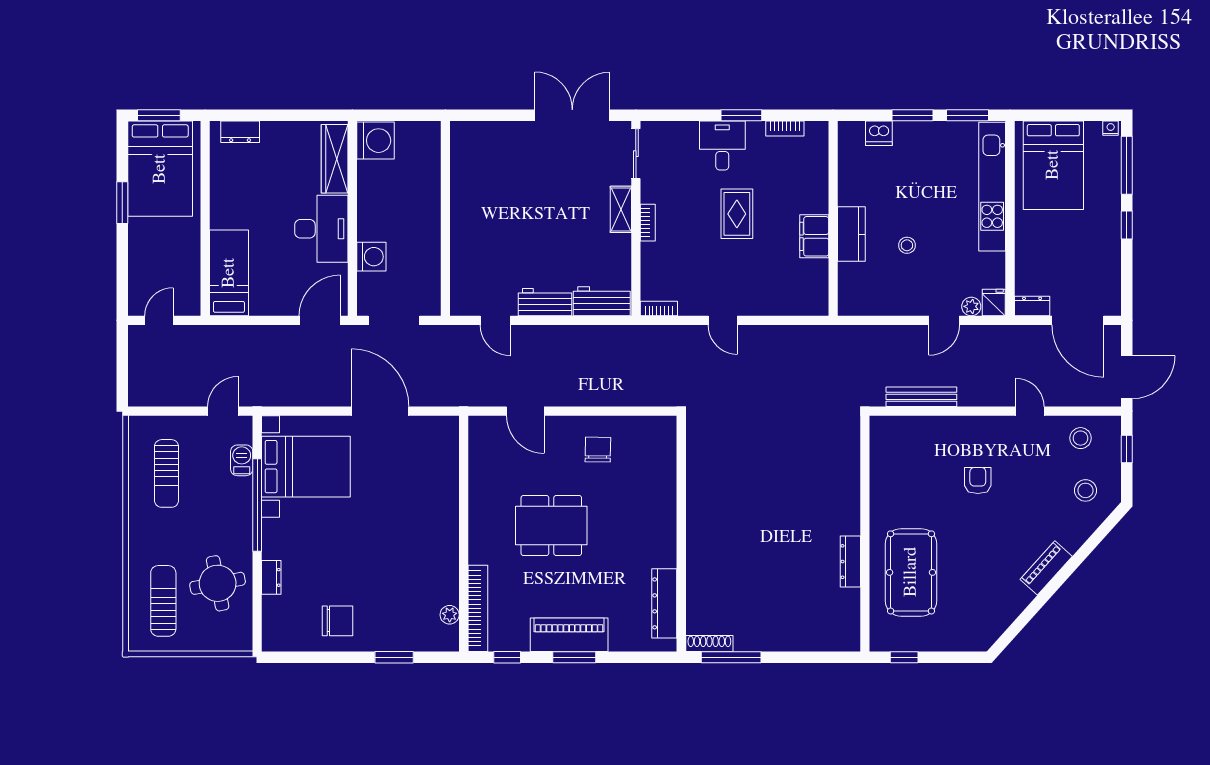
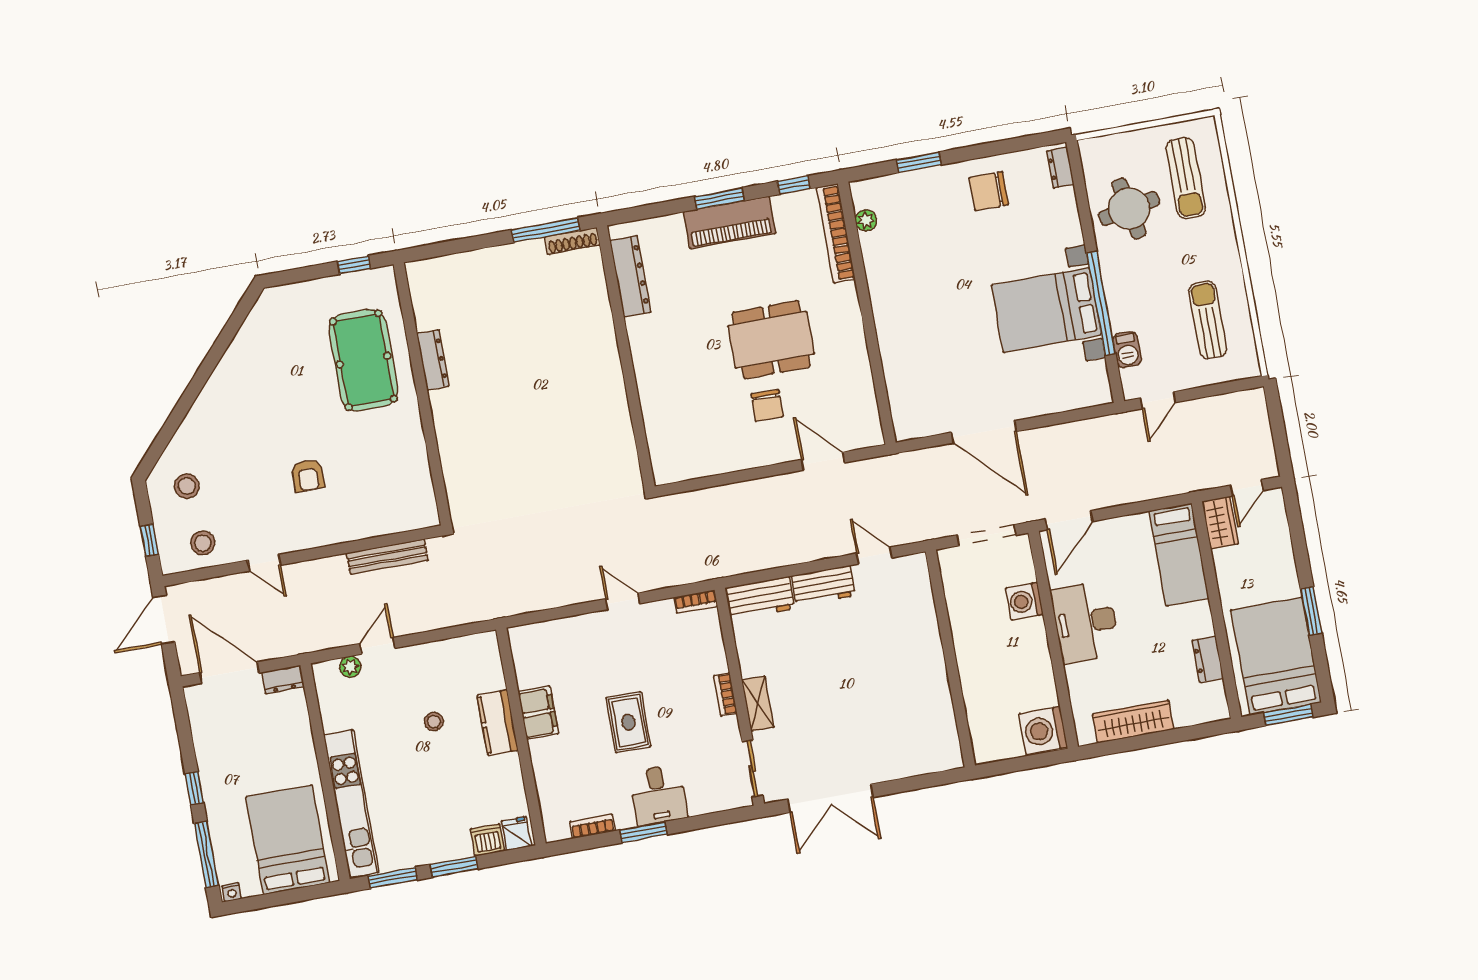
dresser: (240, 132) -> (1208, 659), moved, turned -90
wardrobe: (335, 159) -> (1133, 722), moved, turned -90
wardrobe: (188, 294) -> (1220, 523), added
fridge: (994, 302) -> (516, 833), moved, turned 180
chair: (598, 450) -> (767, 405), moved
bed with nightstands: (306, 467) -> (1046, 310), moved
piano: (1046, 568) -> (215, 392), removed
dresser: (271, 577) -> (1060, 168), moved

